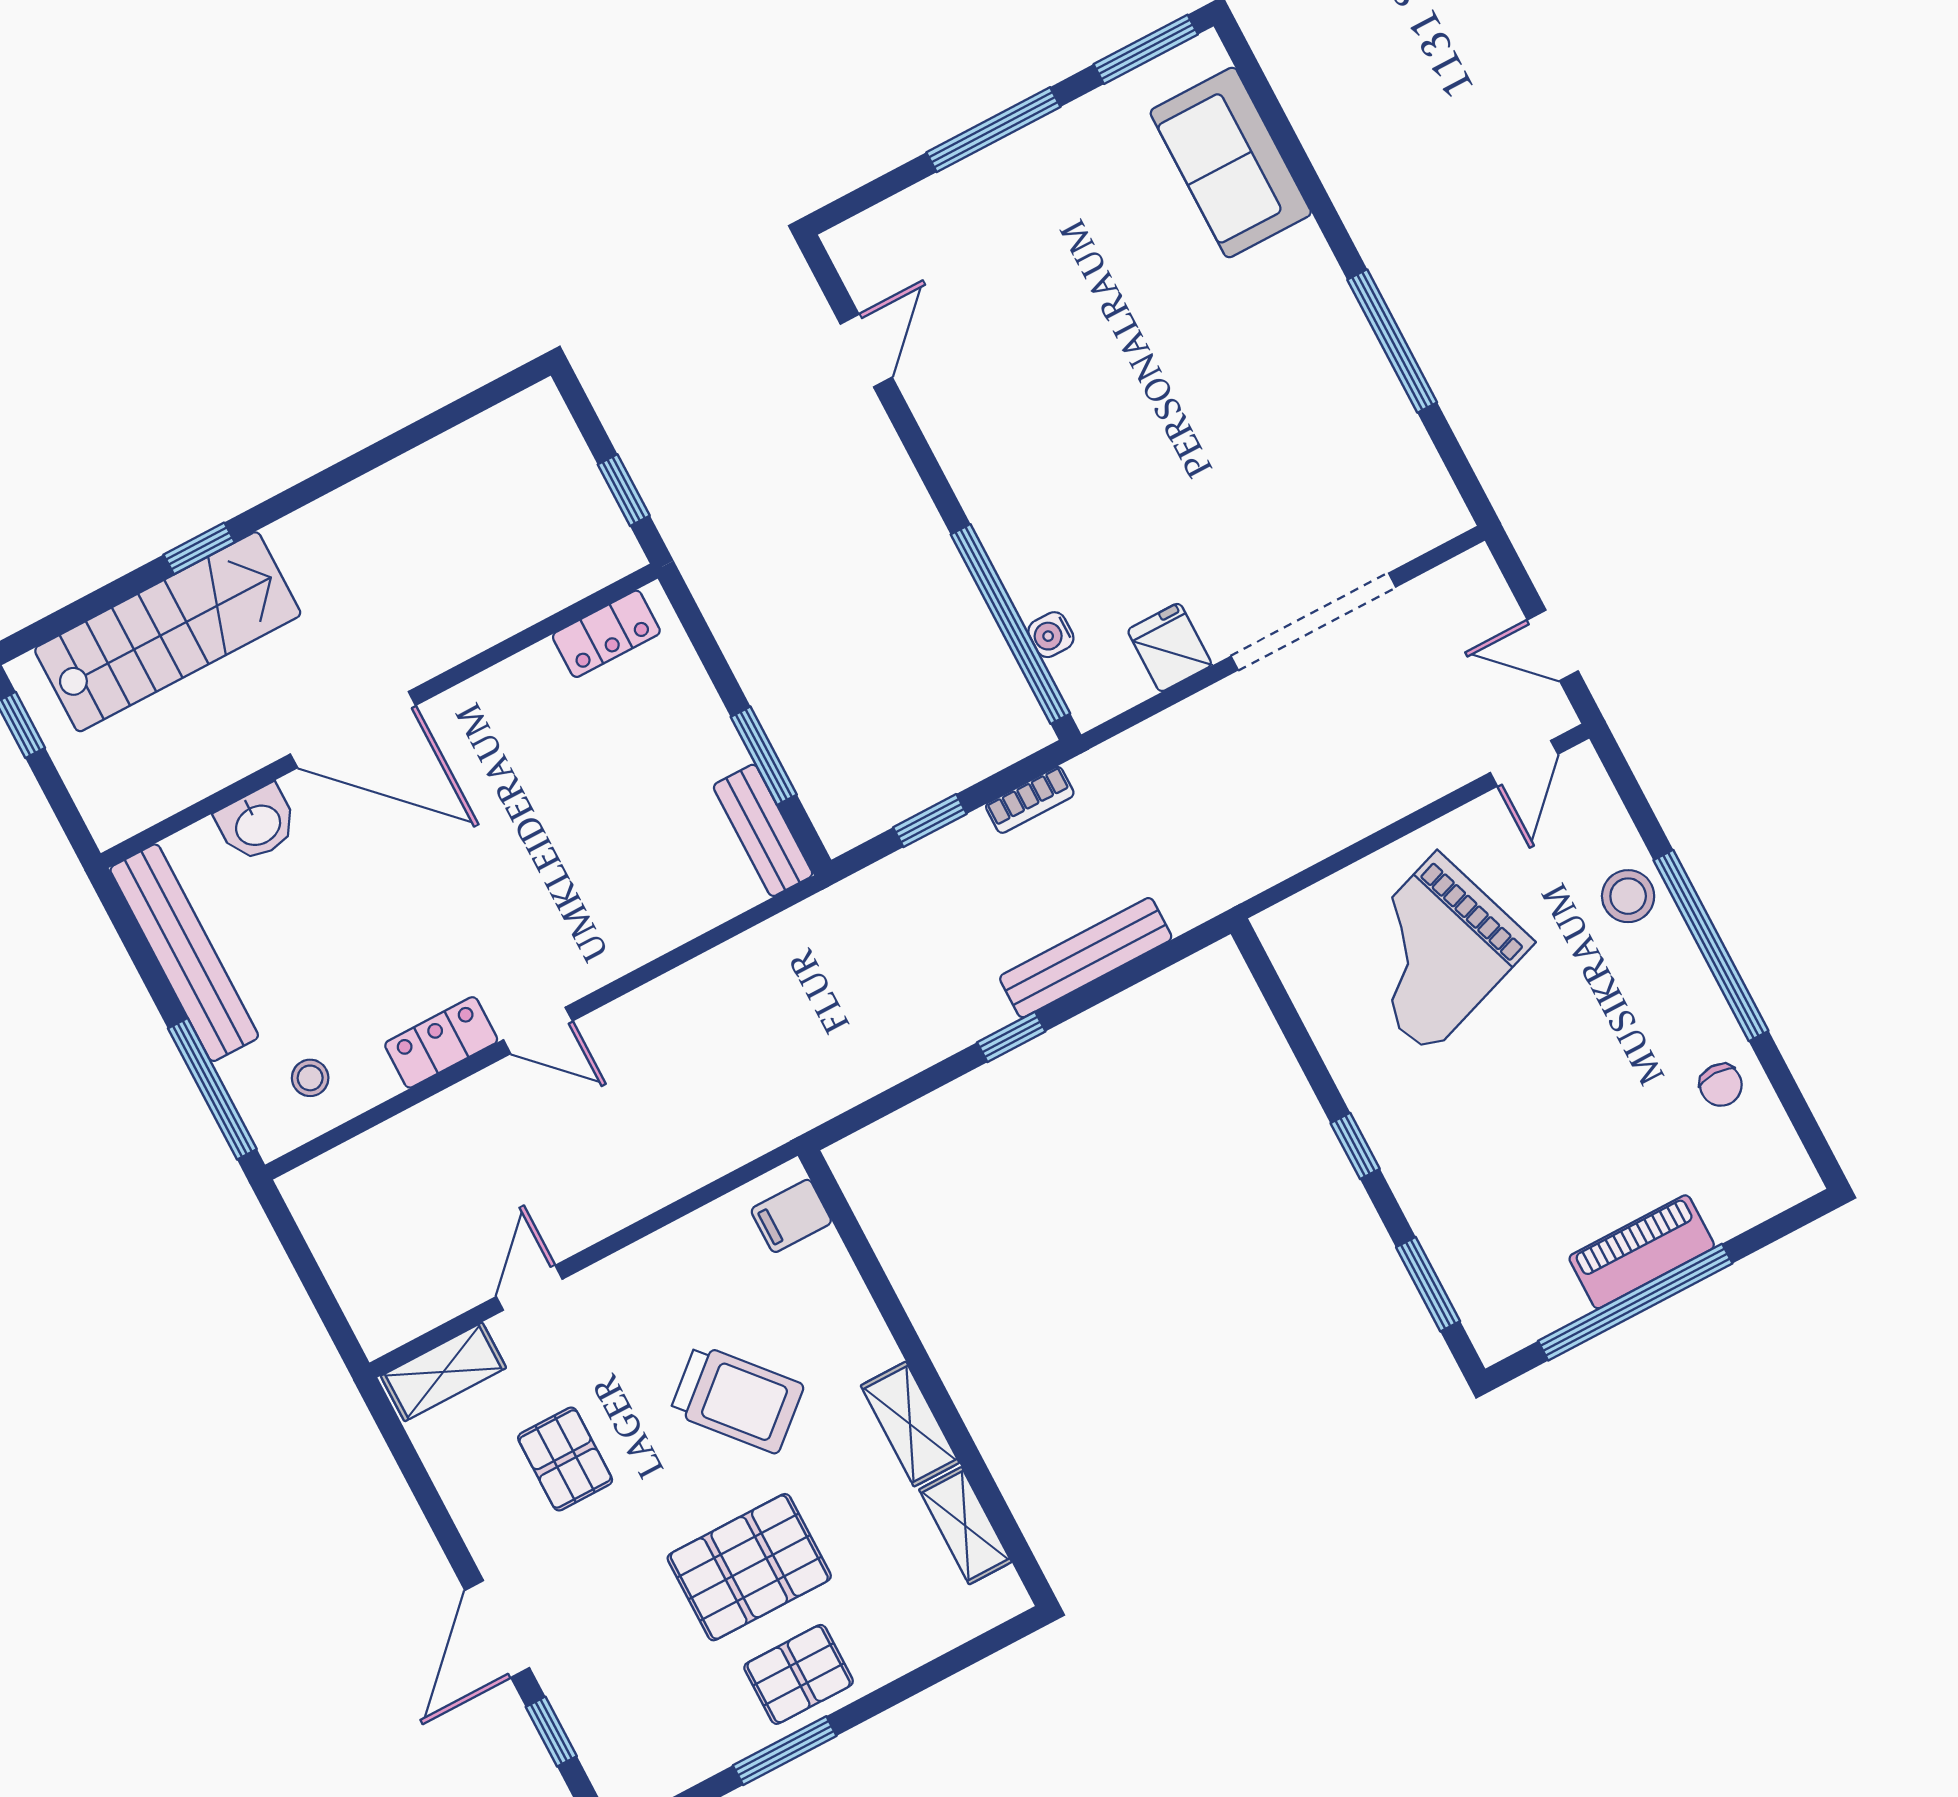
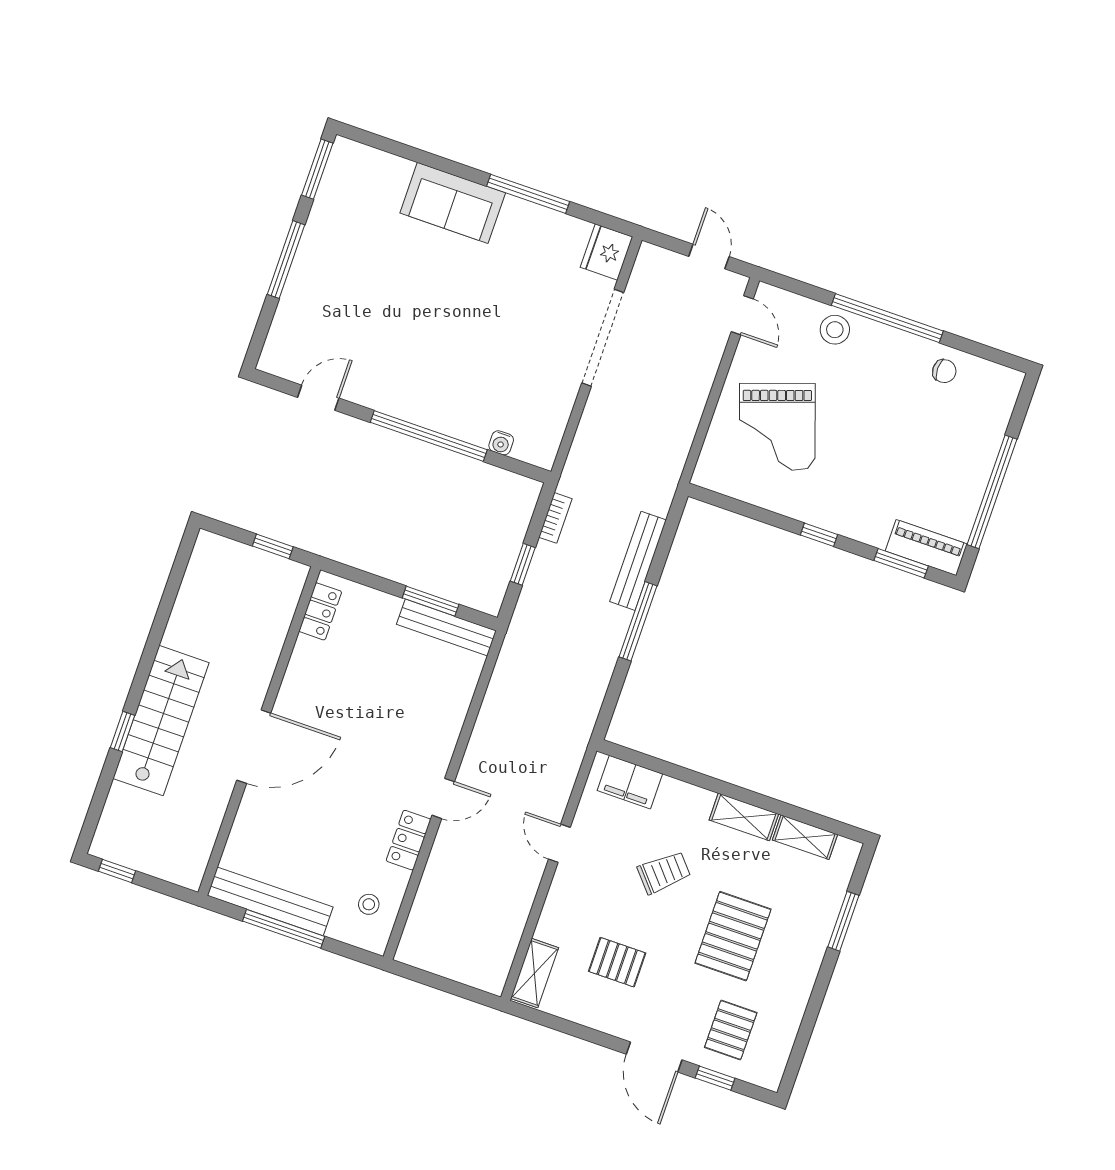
sofa: (1231, 163) -> (453, 203), moved
door: (866, 351) -> (318, 398), hinge flipped
window: (1010, 624) -> (429, 436), moved
stairs: (168, 632) -> (161, 721), moved
door: (1553, 645) -> (709, 256), swing flipped
fridge: (1170, 647) -> (606, 252), moved, width x1.38
washbasin: (257, 824) -> (251, 821), removed
bench: (763, 830) -> (446, 627), width x1.36
window: (1011, 1037) -> (638, 621), width x2.17
window: (212, 1089) -> (284, 929), moved
filing cabinet: (791, 1216) -> (630, 782), width x2.00
piano: (1642, 1252) -> (926, 548), moved, turned 90
door: (529, 1288) -> (559, 843), moved
trolley: (737, 1399) -> (664, 872), width x0.73, depth x0.72
pallet: (799, 1674) -> (731, 1030), moved
window: (785, 1751) -> (843, 921), moved

